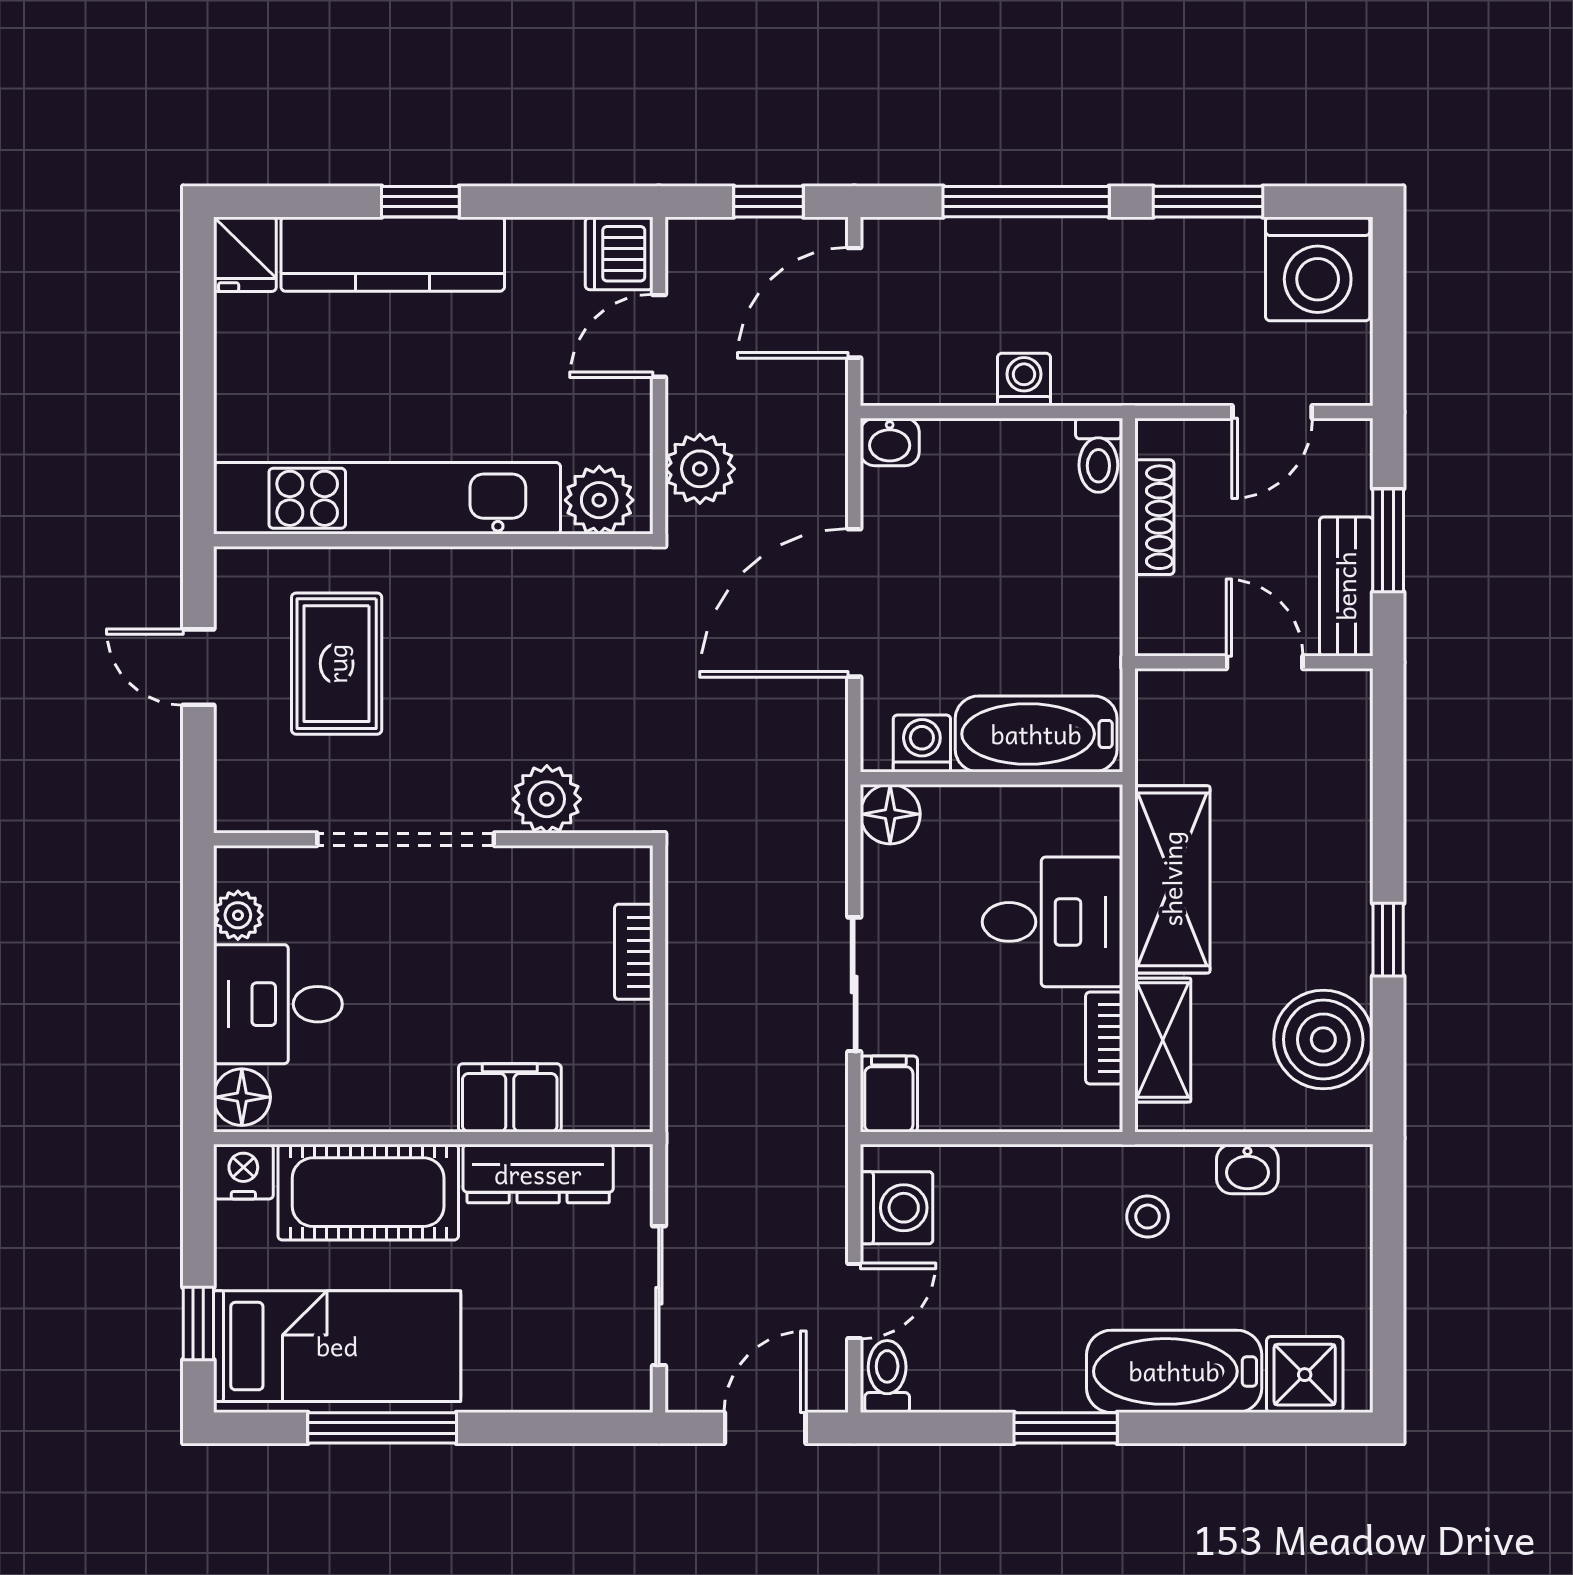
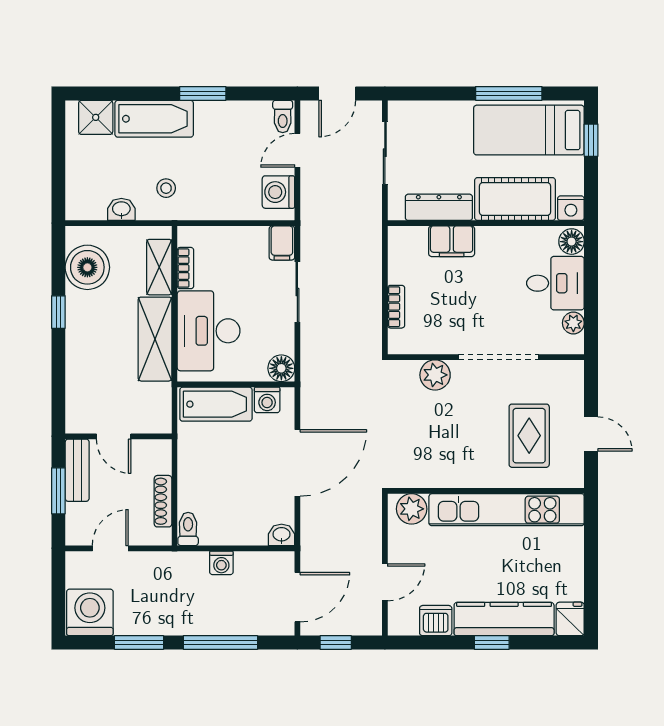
dishwasher: (619, 254) -> (436, 621), moved, turned -90
plant: (700, 469) -> (367, 523), removed
desk: (1053, 922) -> (209, 331), width x1.37

